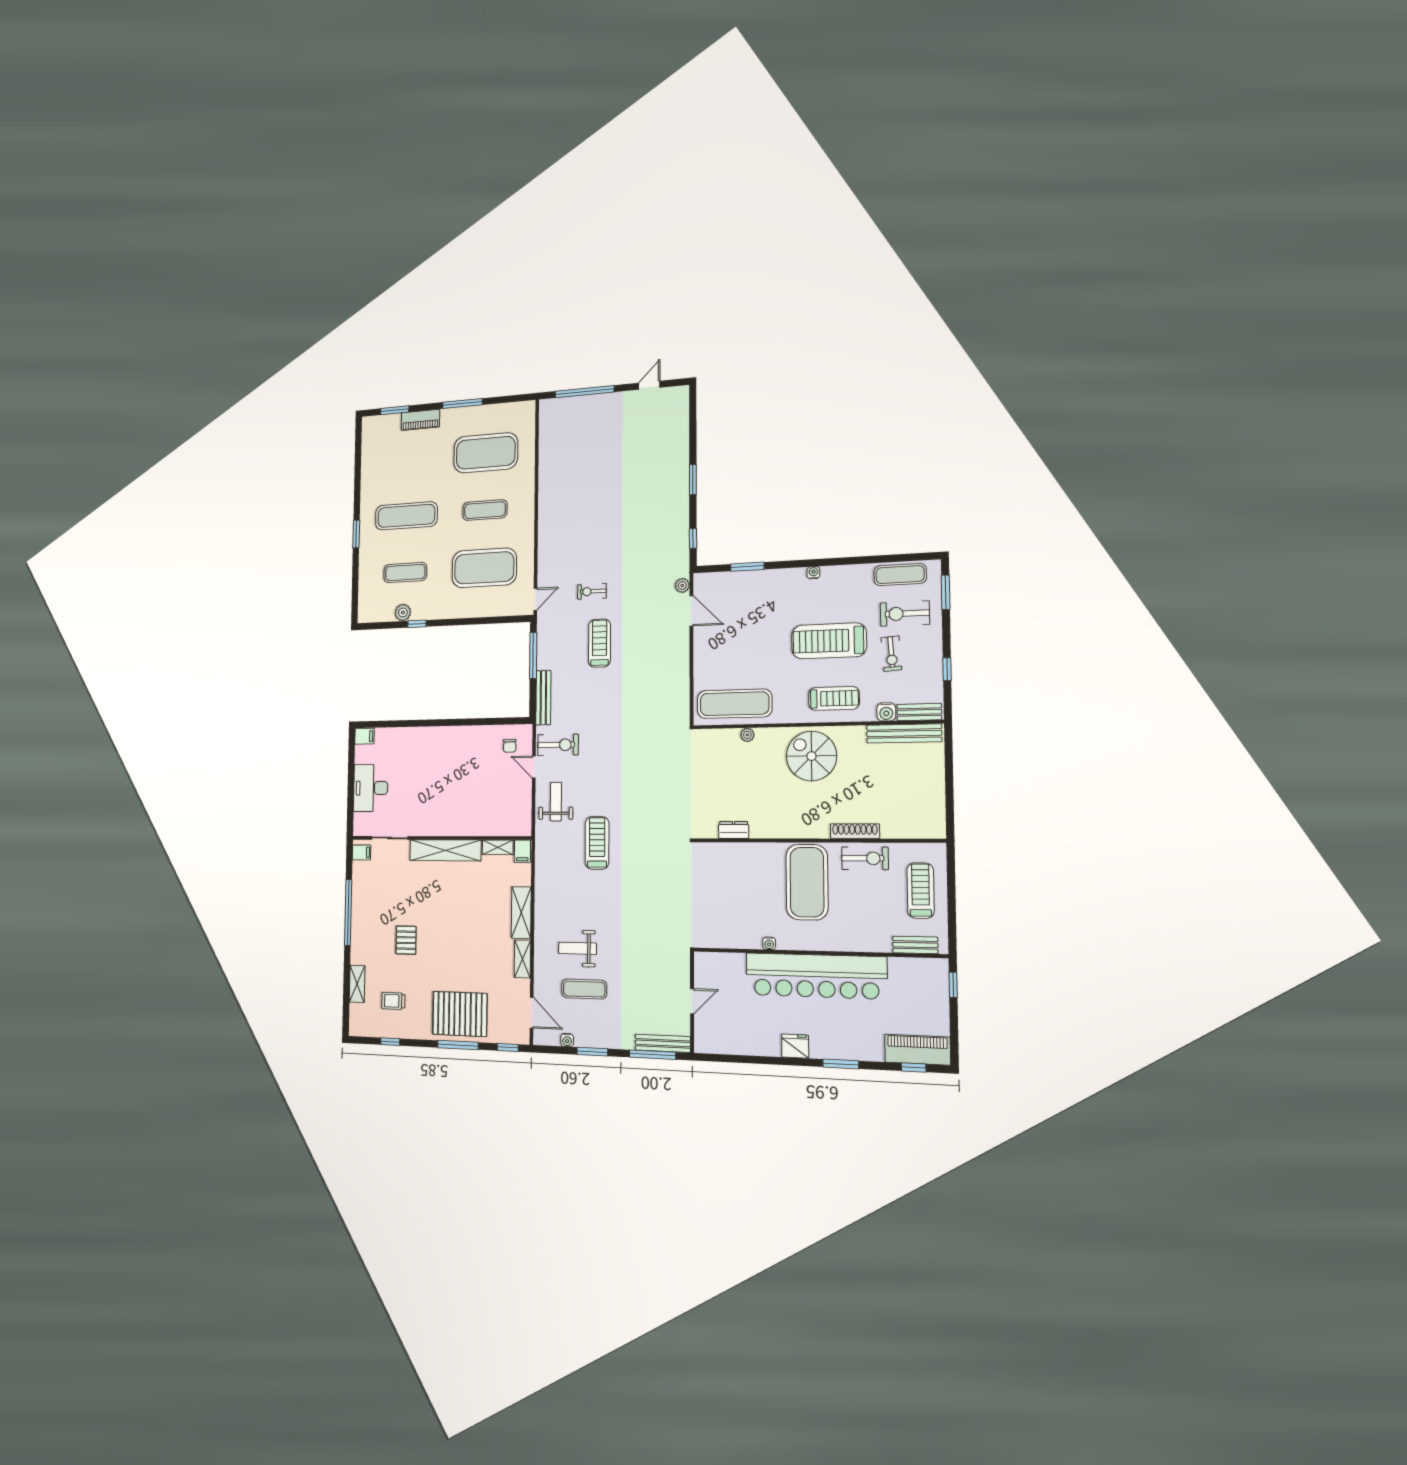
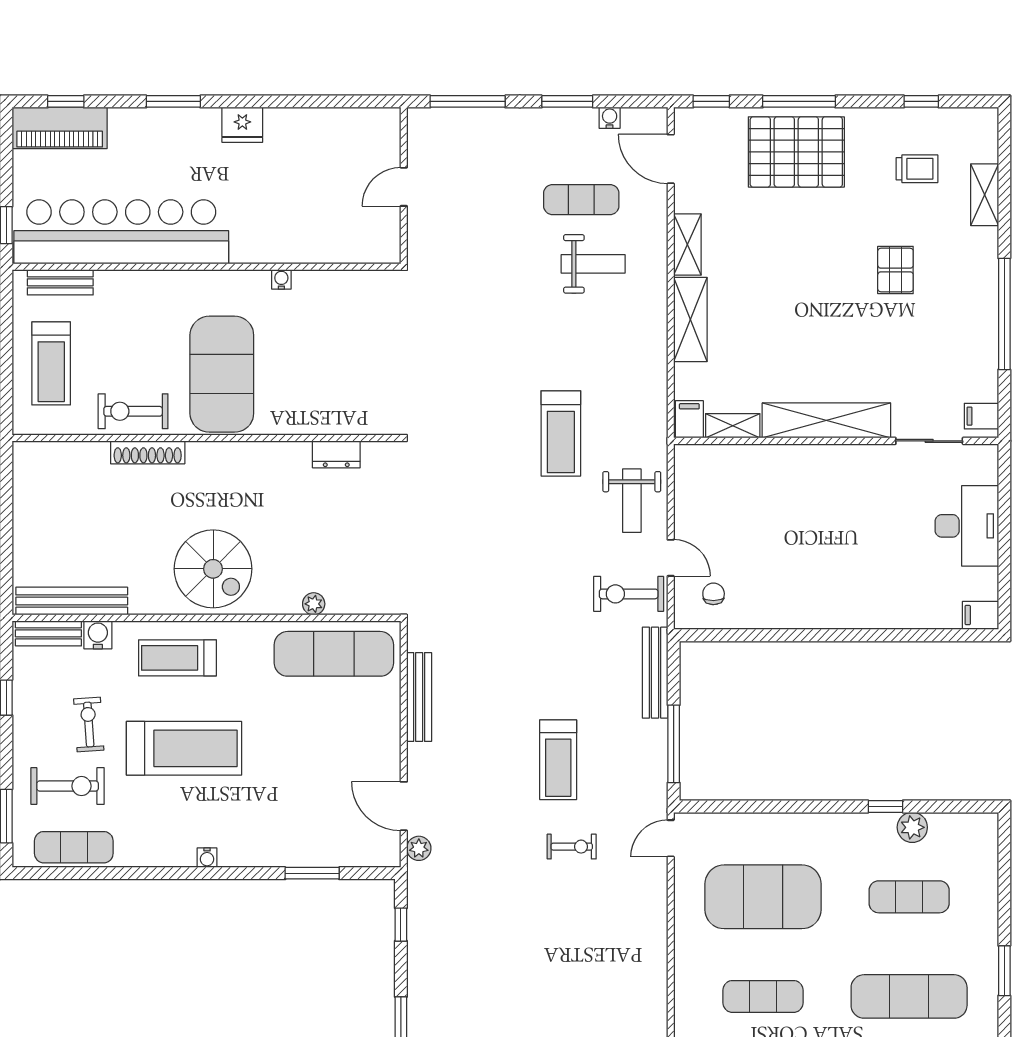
bar counter: (816, 976) -> (121, 232), moved
bench: (663, 1043) -> (419, 697), moved, turned 90

